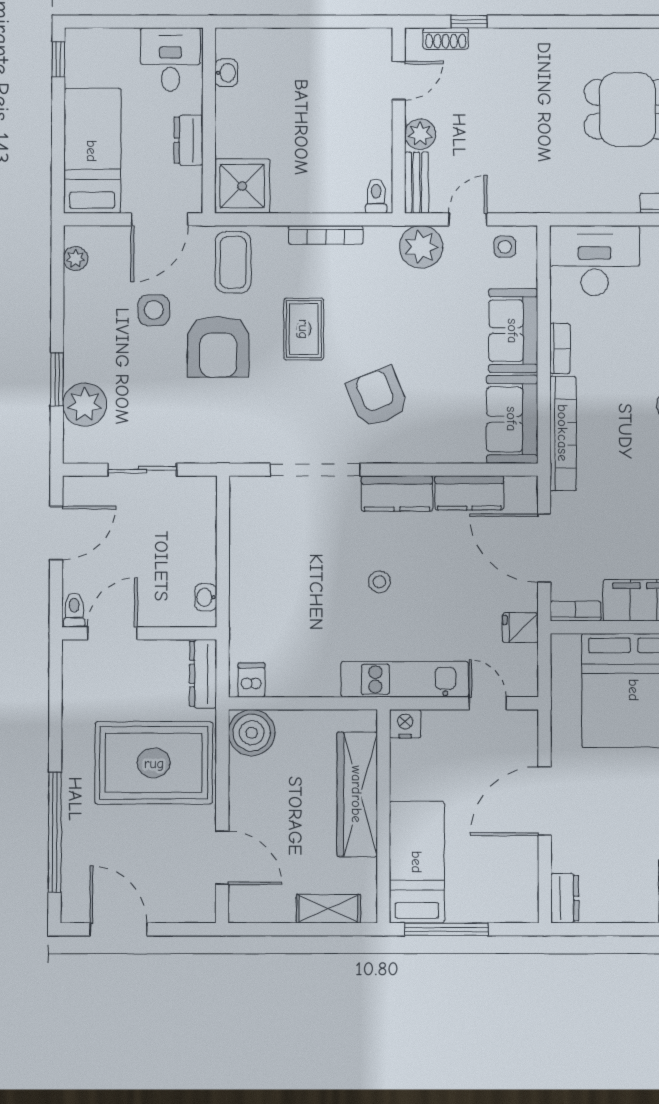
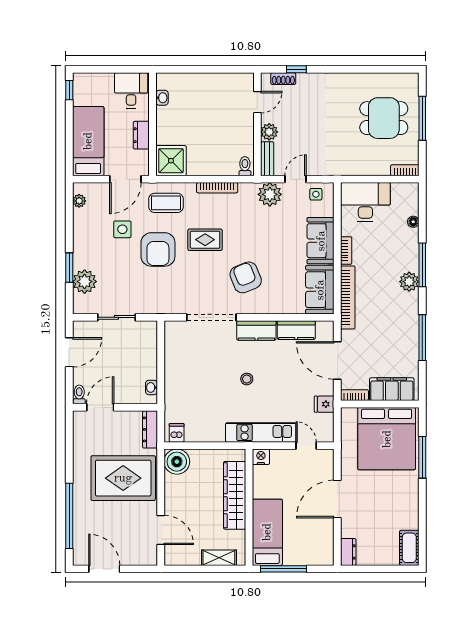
coffee table: (233, 262) -> (166, 203), turned 90
rug: (304, 329) -> (205, 240), turned 90

